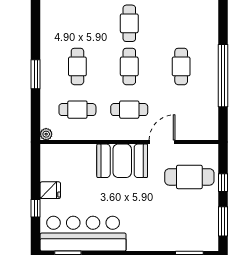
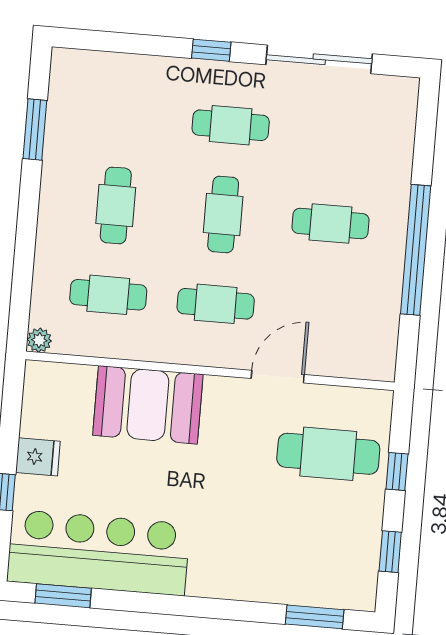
cafe table: (129, 23) -> (231, 125), turned 90
cafe table: (181, 66) -> (330, 224), turned 90
window: (36, 74) -> (35, 129), moved
booth: (122, 161) -> (148, 405), moved
window: (223, 221) -> (390, 552), width x0.67

